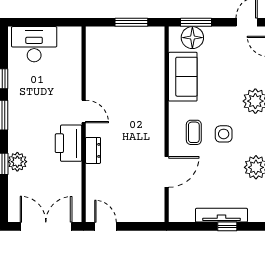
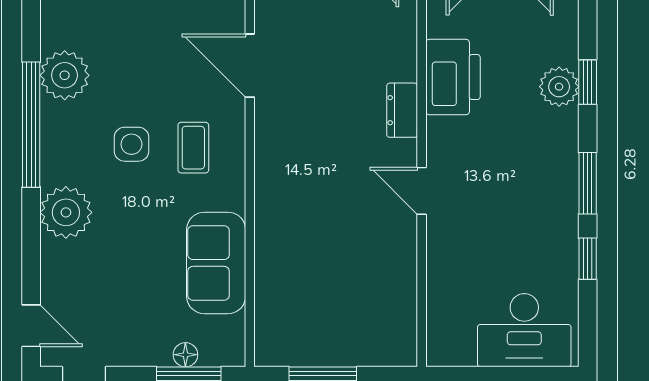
floor lamp: (192, 38) -> (185, 355), width x0.53, depth x0.53
printer: (68, 143) -> (453, 77), moved
door: (167, 172) -> (250, 66), hinge flipped

